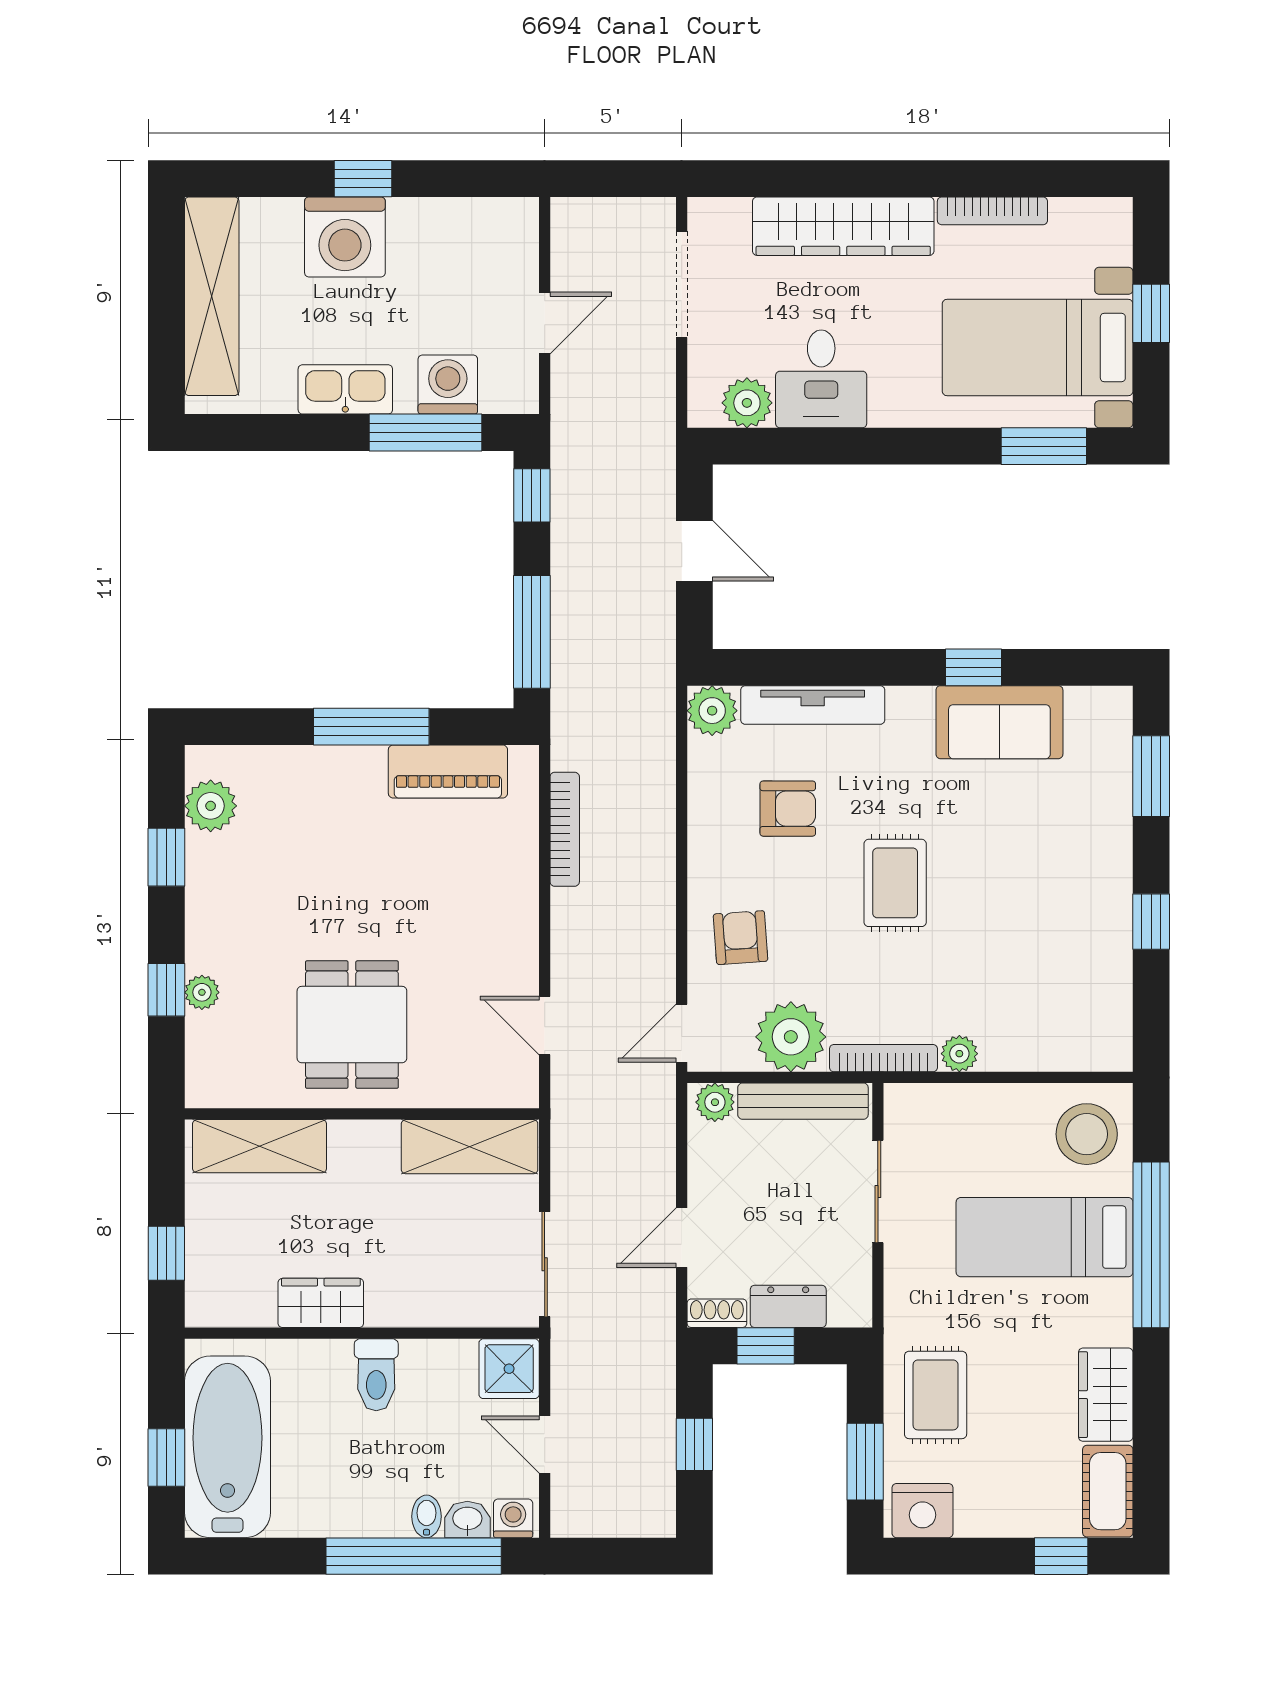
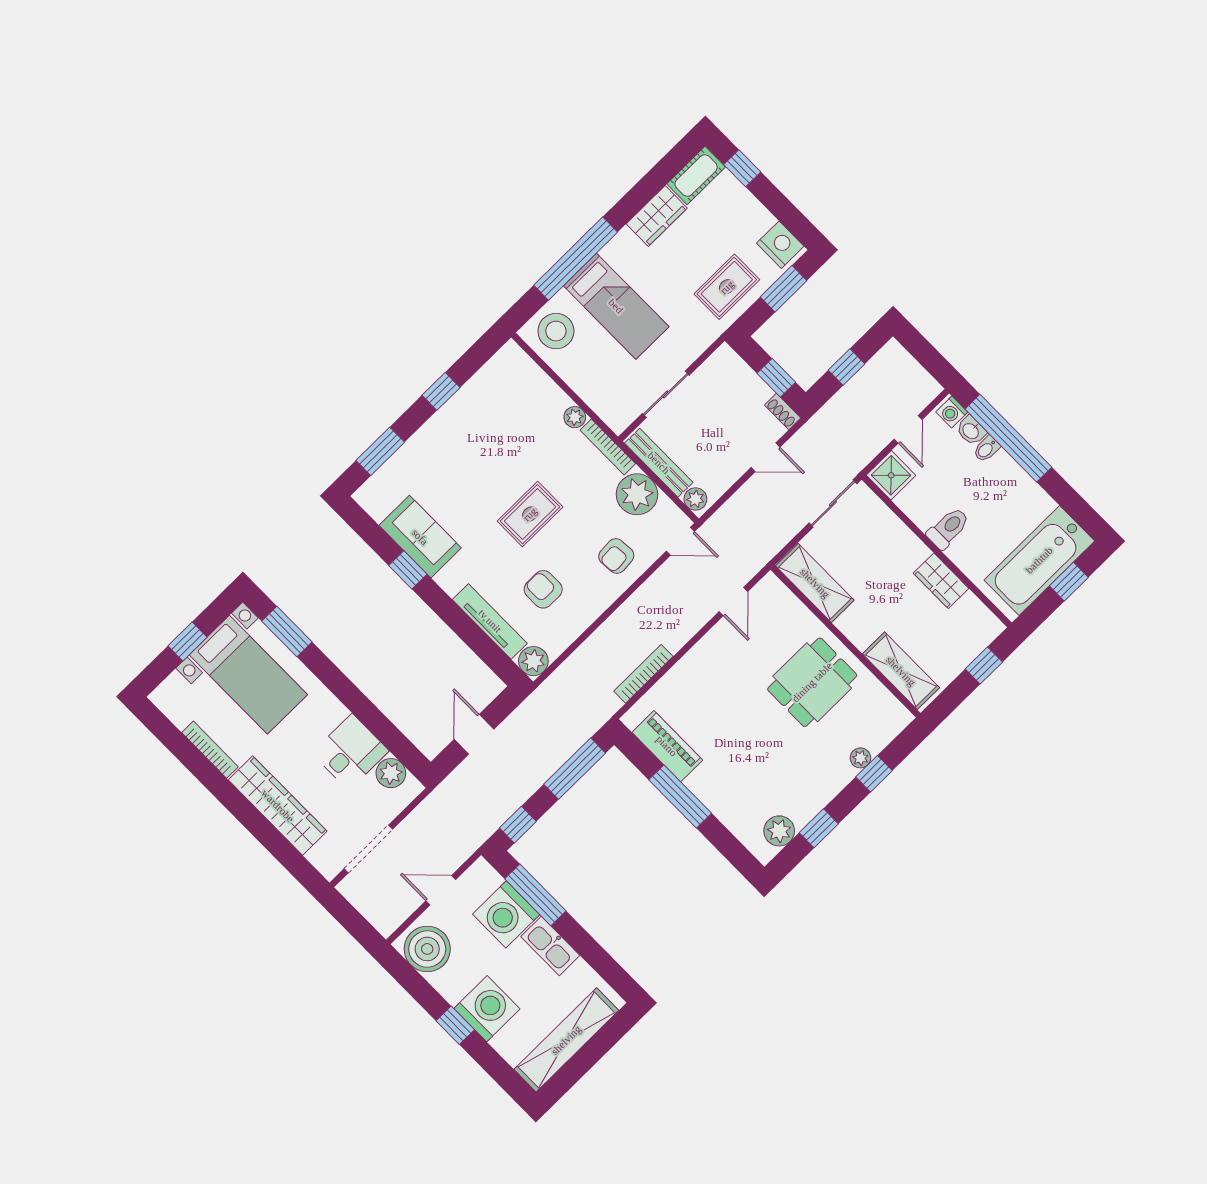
boiler: (489, 236) -> (427, 949), added
washing machine: (448, 385) -> (506, 914), width x1.37, depth x1.37
dresser: (788, 1306) -> (750, 385), removed

